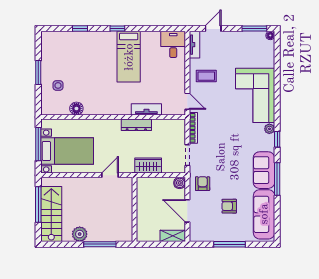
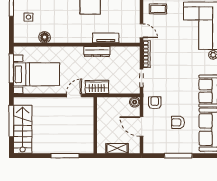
wardrobe: (148, 165) -> (97, 87), moved
plant: (80, 234) -> (47, 147), removed
shelving: (173, 236) -> (117, 148), moved

